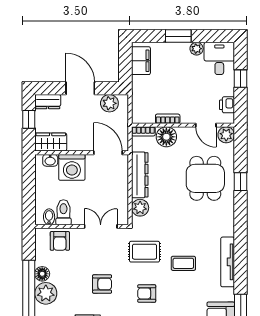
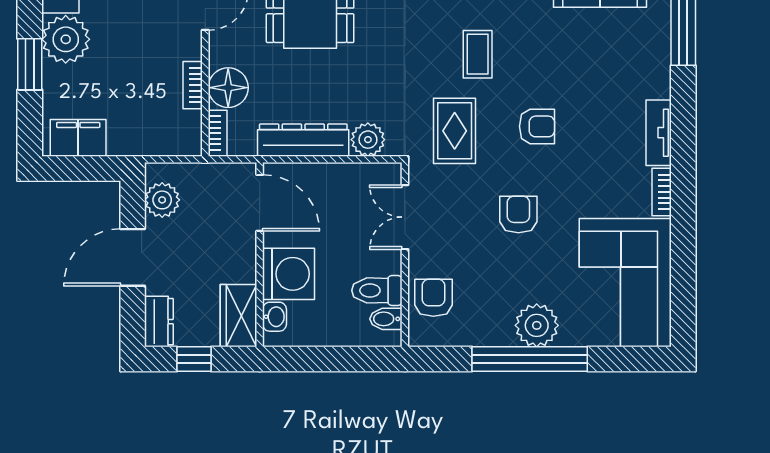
plant: (197, 49) -> (66, 39), width x1.87, depth x1.87
door: (108, 153) -> (260, 203), swing flipped
armchair: (60, 241) -> (433, 298), turned -90
floor lamp: (42, 274) -> (498, 332), removed
armchair: (147, 293) -> (537, 126), turned -90

